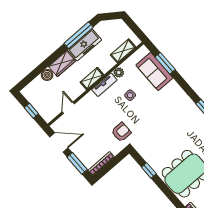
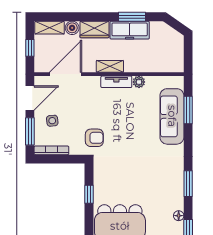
window: (79, 35) -> (132, 17), width x0.69
shelving: (123, 51) -> (50, 28), moved
sofa: (154, 71) -> (172, 116), width x1.36
side table: (130, 95) -> (52, 121), moved
door: (68, 108) -> (66, 74), width x1.88
door: (59, 142) -> (30, 98), hinge flipped

